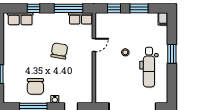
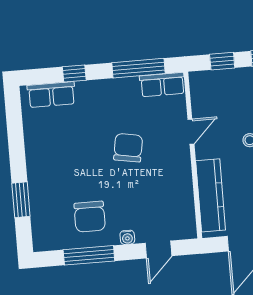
kitchen counter: (102, 80) -> (211, 195), added

